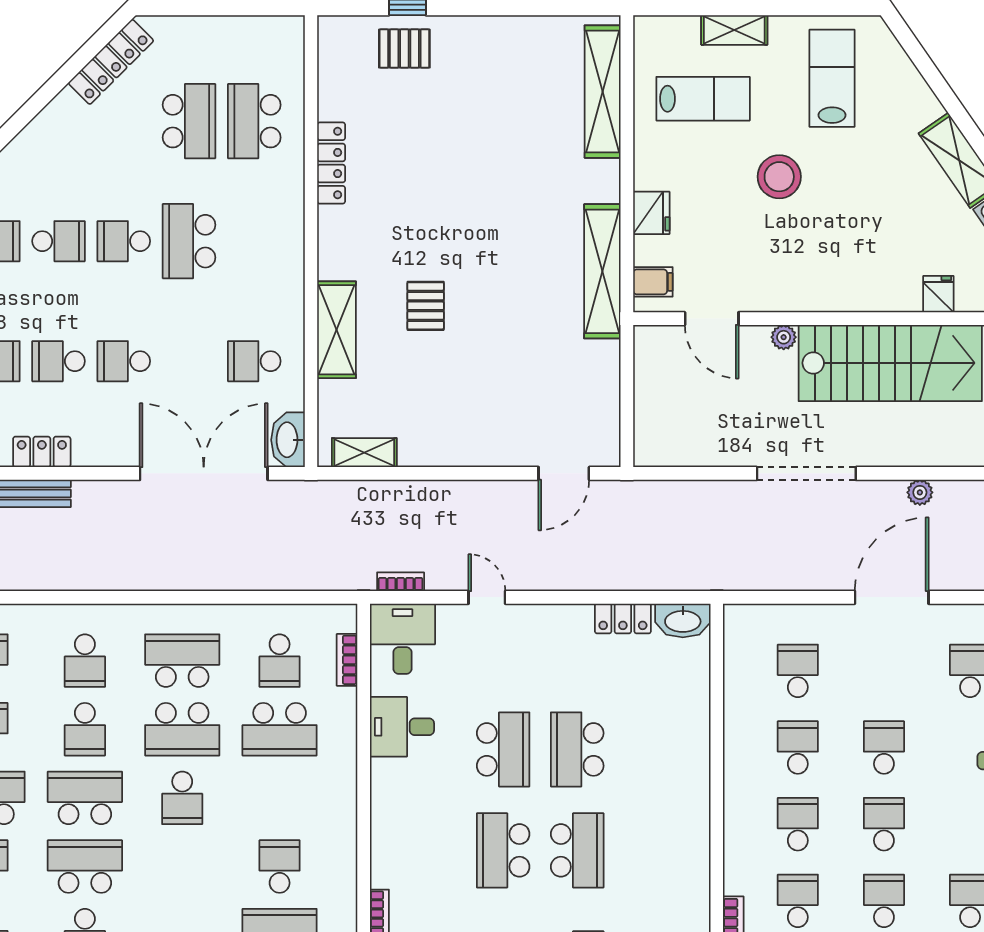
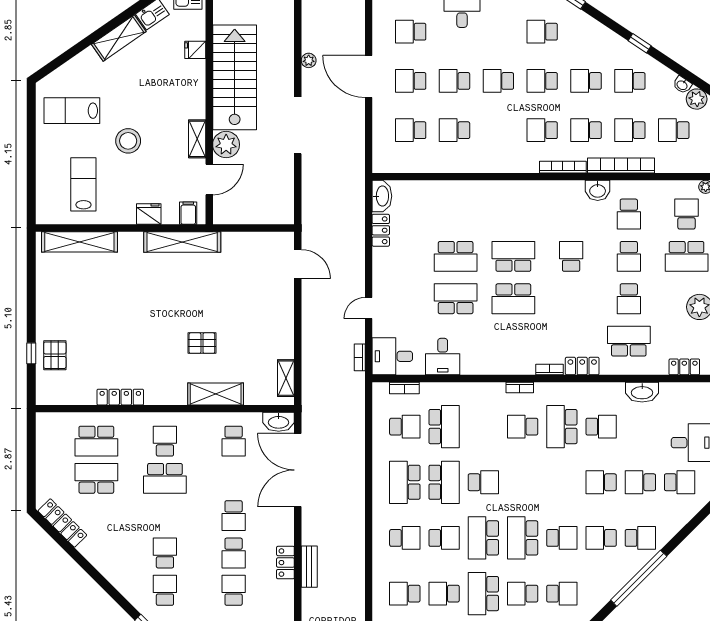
shelving: (734, 30) -> (197, 139), moved
school desk: (124, 241) -> (165, 441), moved, turned 180
plant: (784, 337) -> (226, 145), width x1.87, depth x1.87
school desk: (798, 824) -> (411, 81), moved
bookcase: (348, 862) -> (520, 388), added

